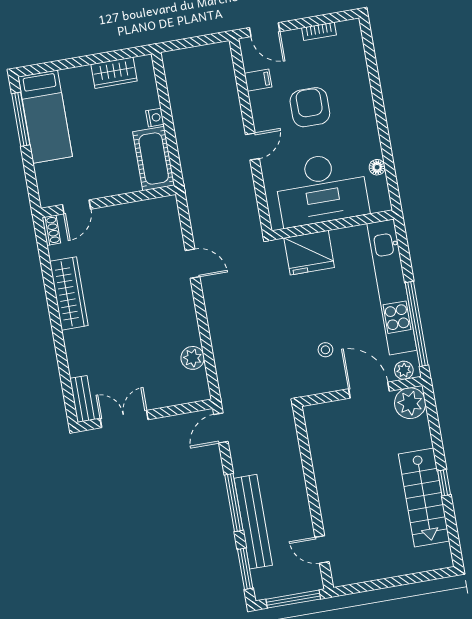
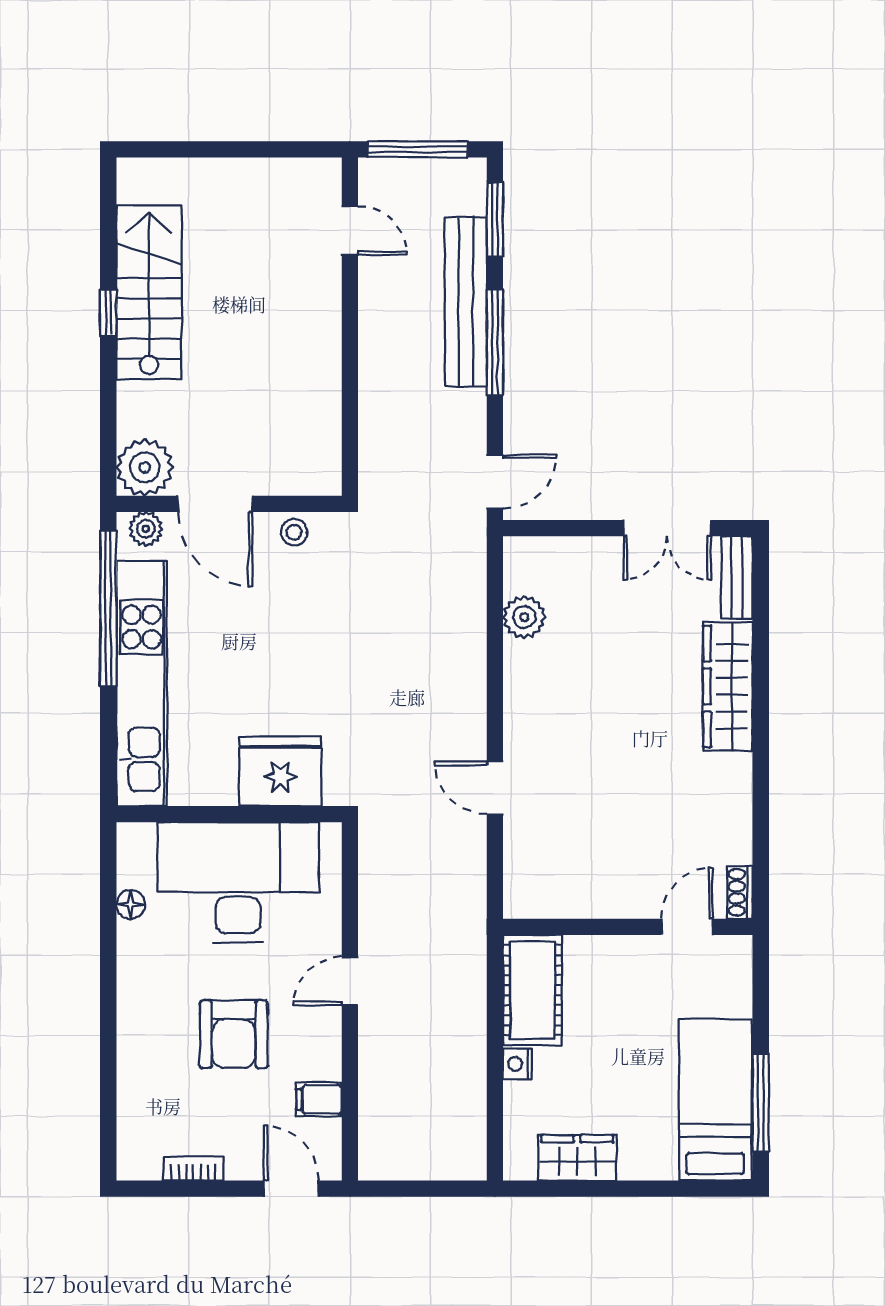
wardrobe: (69, 293) -> (728, 686), moved
stool: (325, 350) -> (294, 532), moved

